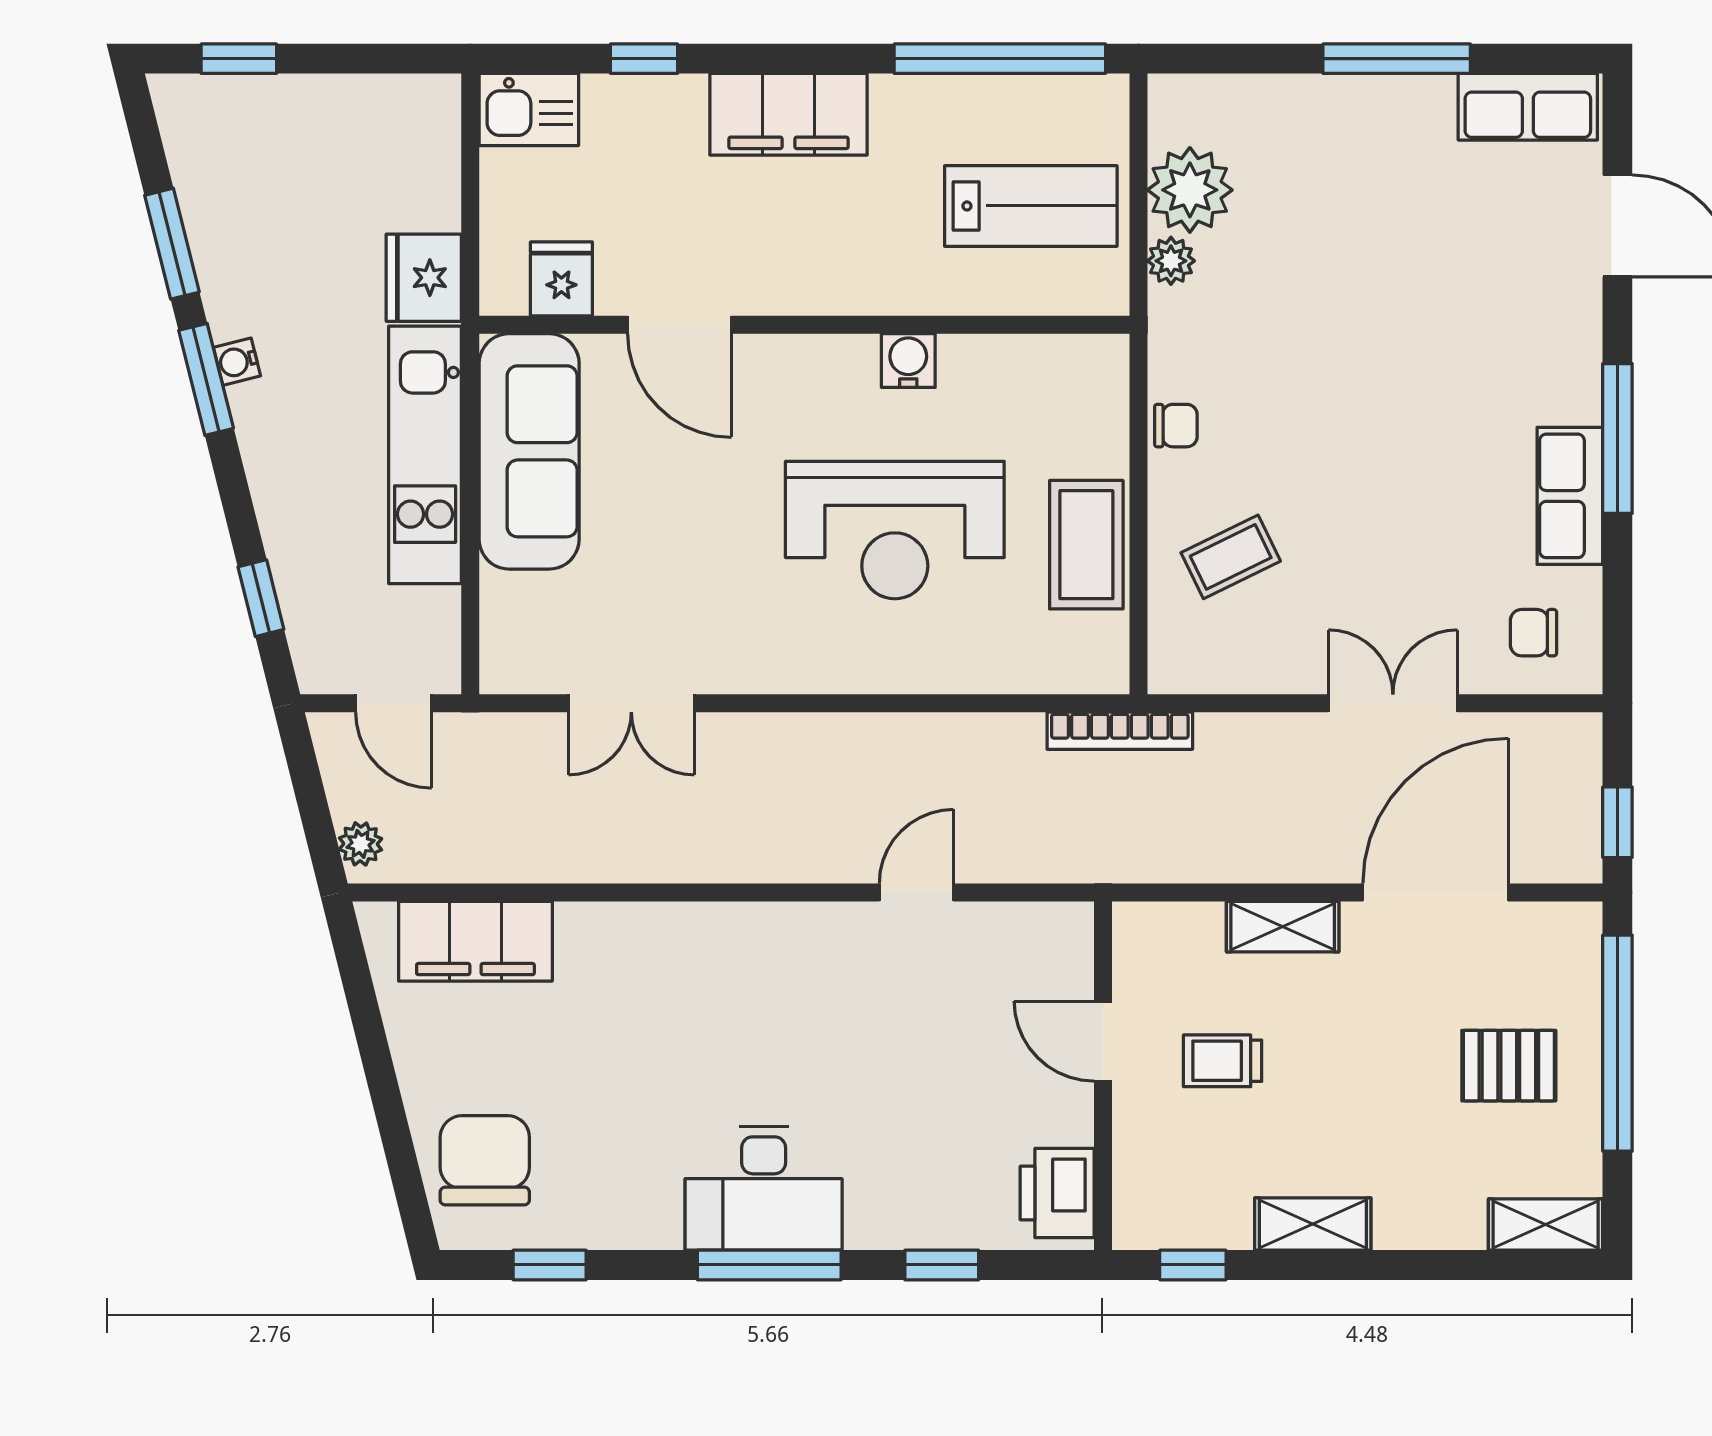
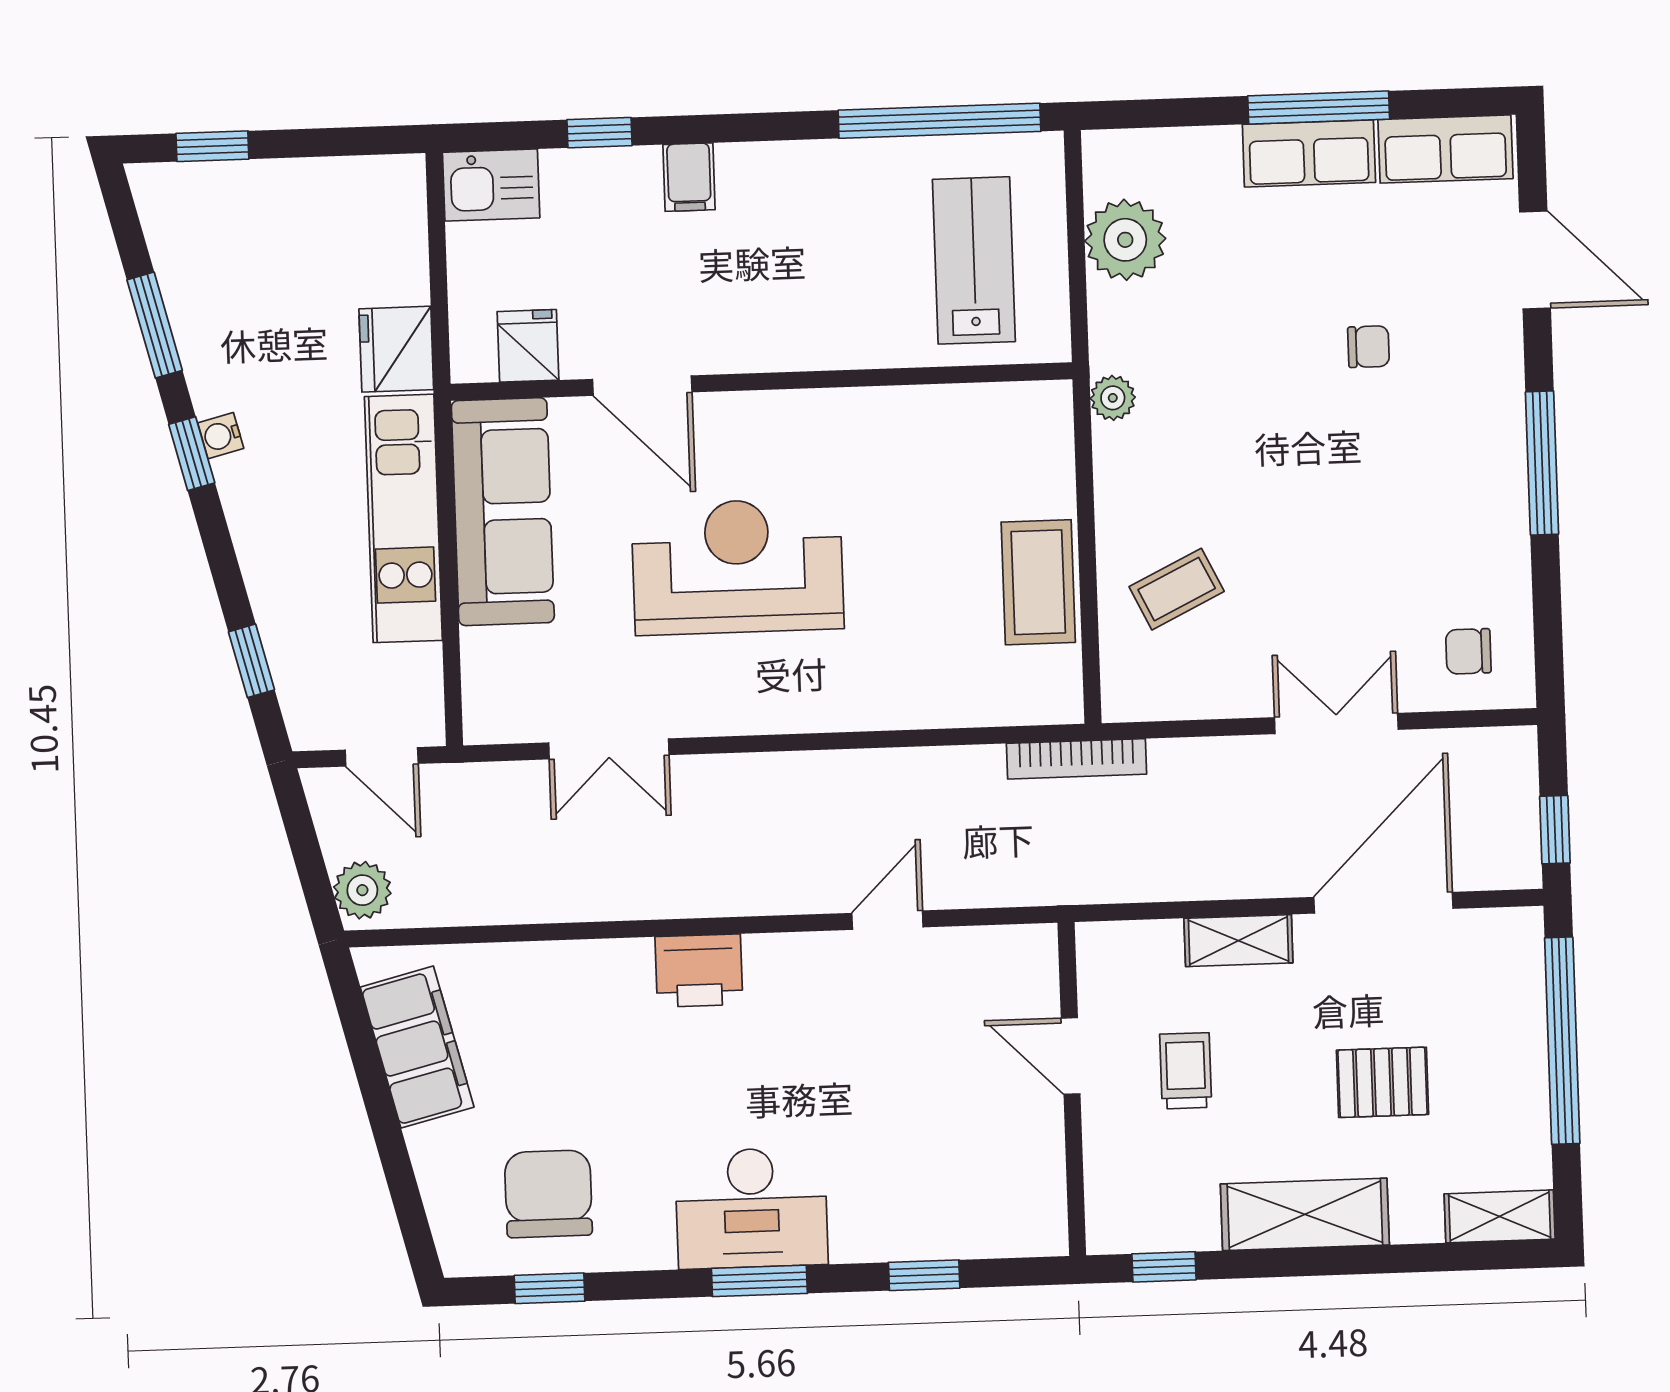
filing cabinet: (788, 114) -> (689, 177), width x0.33, depth x0.86
lab bench: (1031, 206) -> (974, 260), turned -90
plant: (1171, 261) -> (1113, 398), moved
water cooler: (908, 361) -> (862, 412), removed
window: (206, 379) -> (192, 454), width x0.67
chair: (1176, 426) -> (1369, 347), moved
row of seats: (1570, 496) -> (1309, 153), moved, turned -90
reception desk: (895, 530) -> (738, 567), moved, turned 180
plant: (361, 844) -> (362, 890), width x1.38, depth x1.38
filing cabinet: (475, 941) -> (417, 1047), moved, turned -104
trolley: (1223, 1061) -> (1186, 1071), turned 90
pallet: (1509, 1066) -> (1382, 1082), moved
chair: (485, 1160) -> (548, 1194), moved
printer: (1057, 1193) -> (699, 971), moved, turned -90
shelving: (1313, 1224) -> (1305, 1214), width x1.50, depth x1.33
window: (769, 1265) -> (759, 1281), width x0.69

